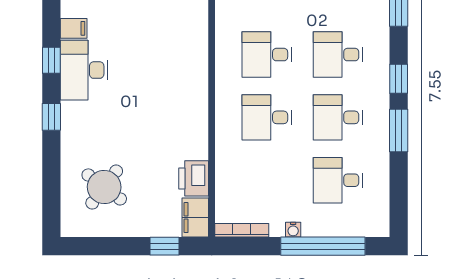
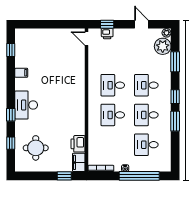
window: (51, 60) -> (11, 143), moved
desk: (84, 70) -> (26, 105), moved
round table: (104, 187) -> (36, 148), turned -37

